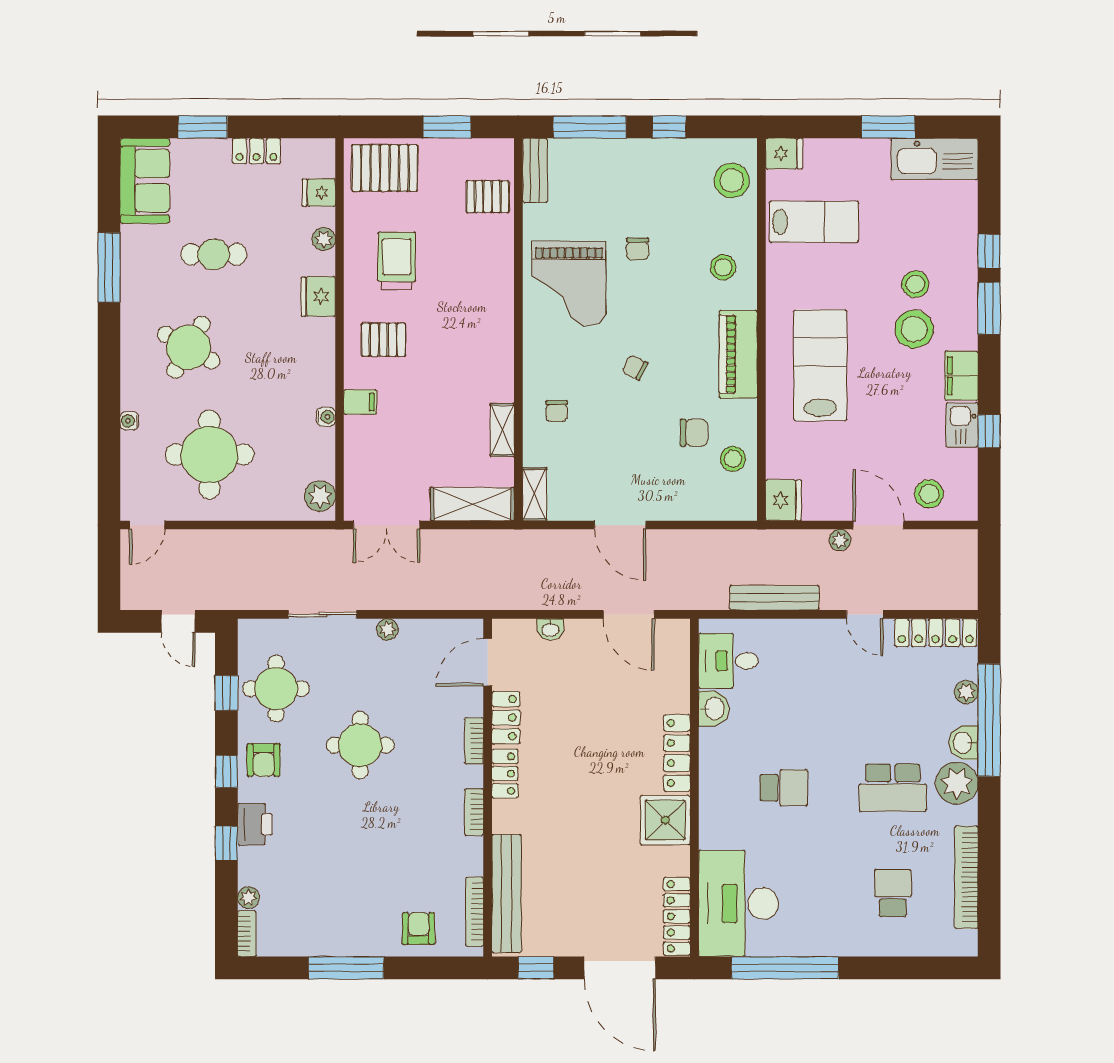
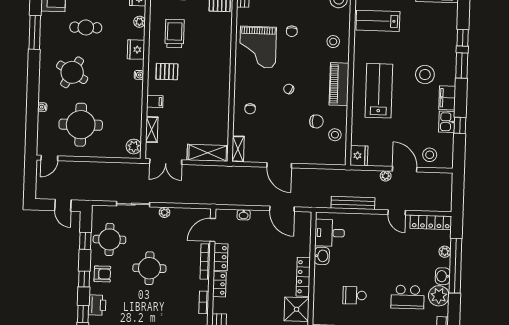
lab bench: (814, 222) -> (378, 21), turned 180
stool: (915, 284) -> (426, 53), removed
water cooler: (326, 417) -> (139, 75), moved
shelving: (502, 430) -> (152, 130), moved
bookcase: (474, 741) -> (205, 261), width x1.56
armchair: (264, 760) -> (102, 274), turned -90
school desk: (784, 788) -> (355, 295), turned 180

